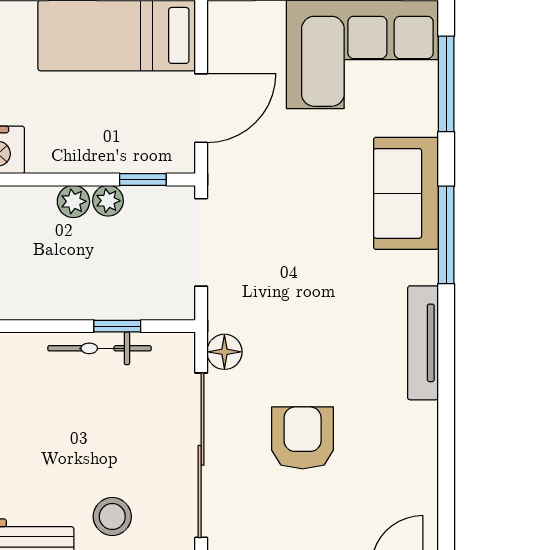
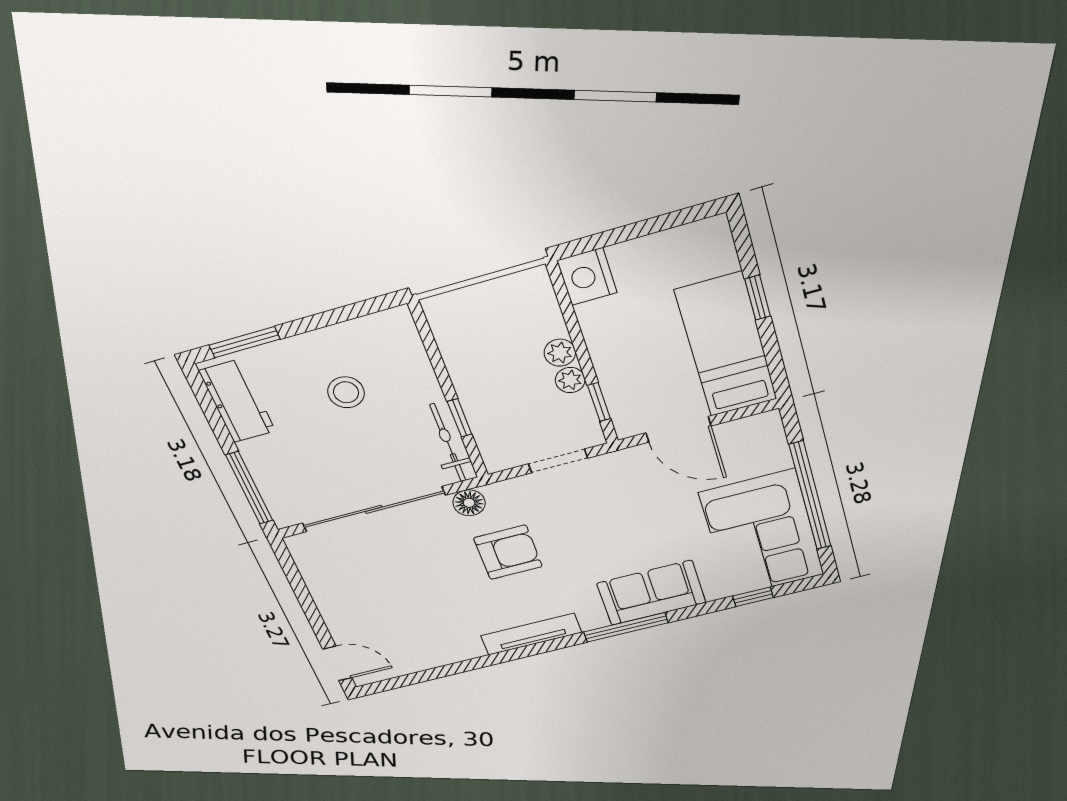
window: (446, 84) -> (753, 597), width x0.46
doorway: (201, 242) -> (558, 461), width x0.73
bicycle: (100, 348) -> (448, 443), moved
armchair: (303, 438) -> (508, 552), moved
stool: (112, 517) -> (346, 392), moved

